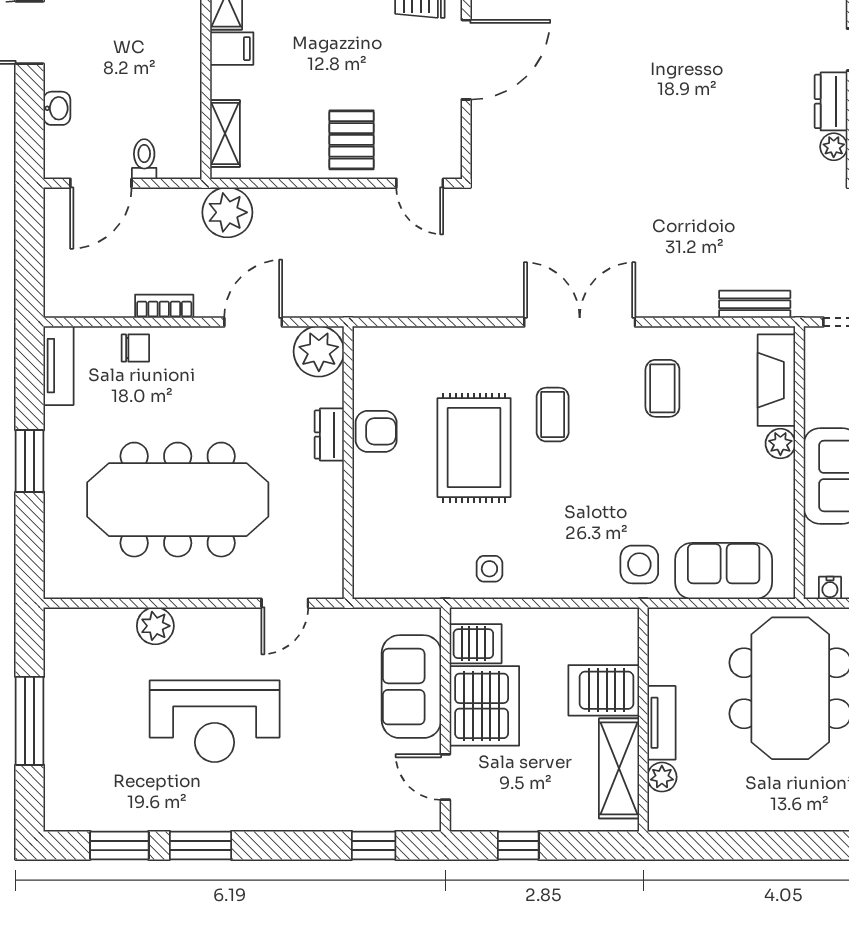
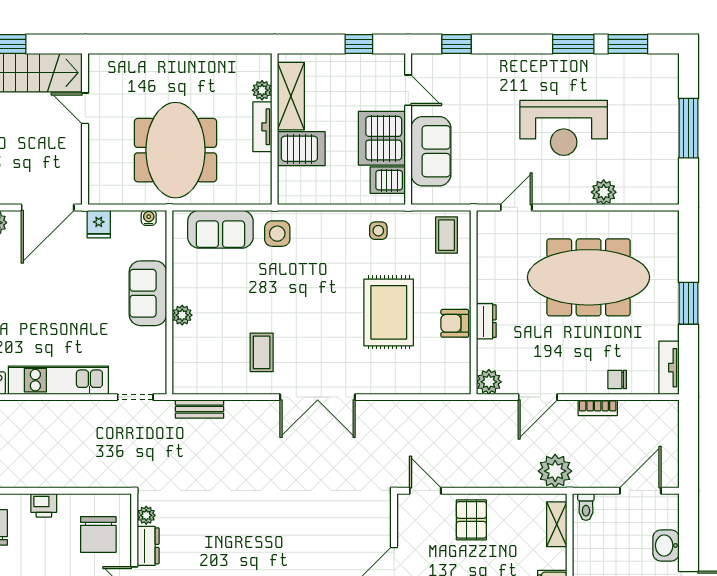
washbasin: (57, 108) -> (666, 545), width x1.38, depth x1.45
toilet: (144, 159) -> (586, 507), moved
plant: (319, 351) -> (489, 382), width x0.73, depth x0.73
fireplace: (776, 380) -> (185, 358), removed
coffee table: (553, 415) -> (447, 235), moved
reception desk: (215, 721) -> (564, 128), turned 180

